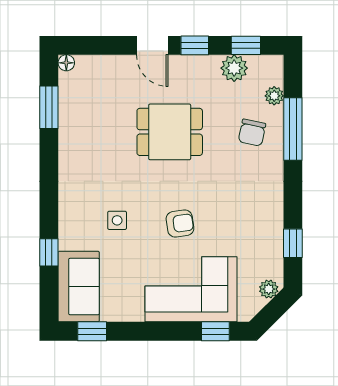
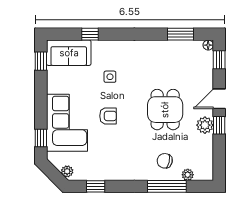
window: (246, 45) -> (219, 60), moved
plant: (234, 68) -> (205, 125), moved
armchair: (180, 223) -> (108, 116), turned -82

